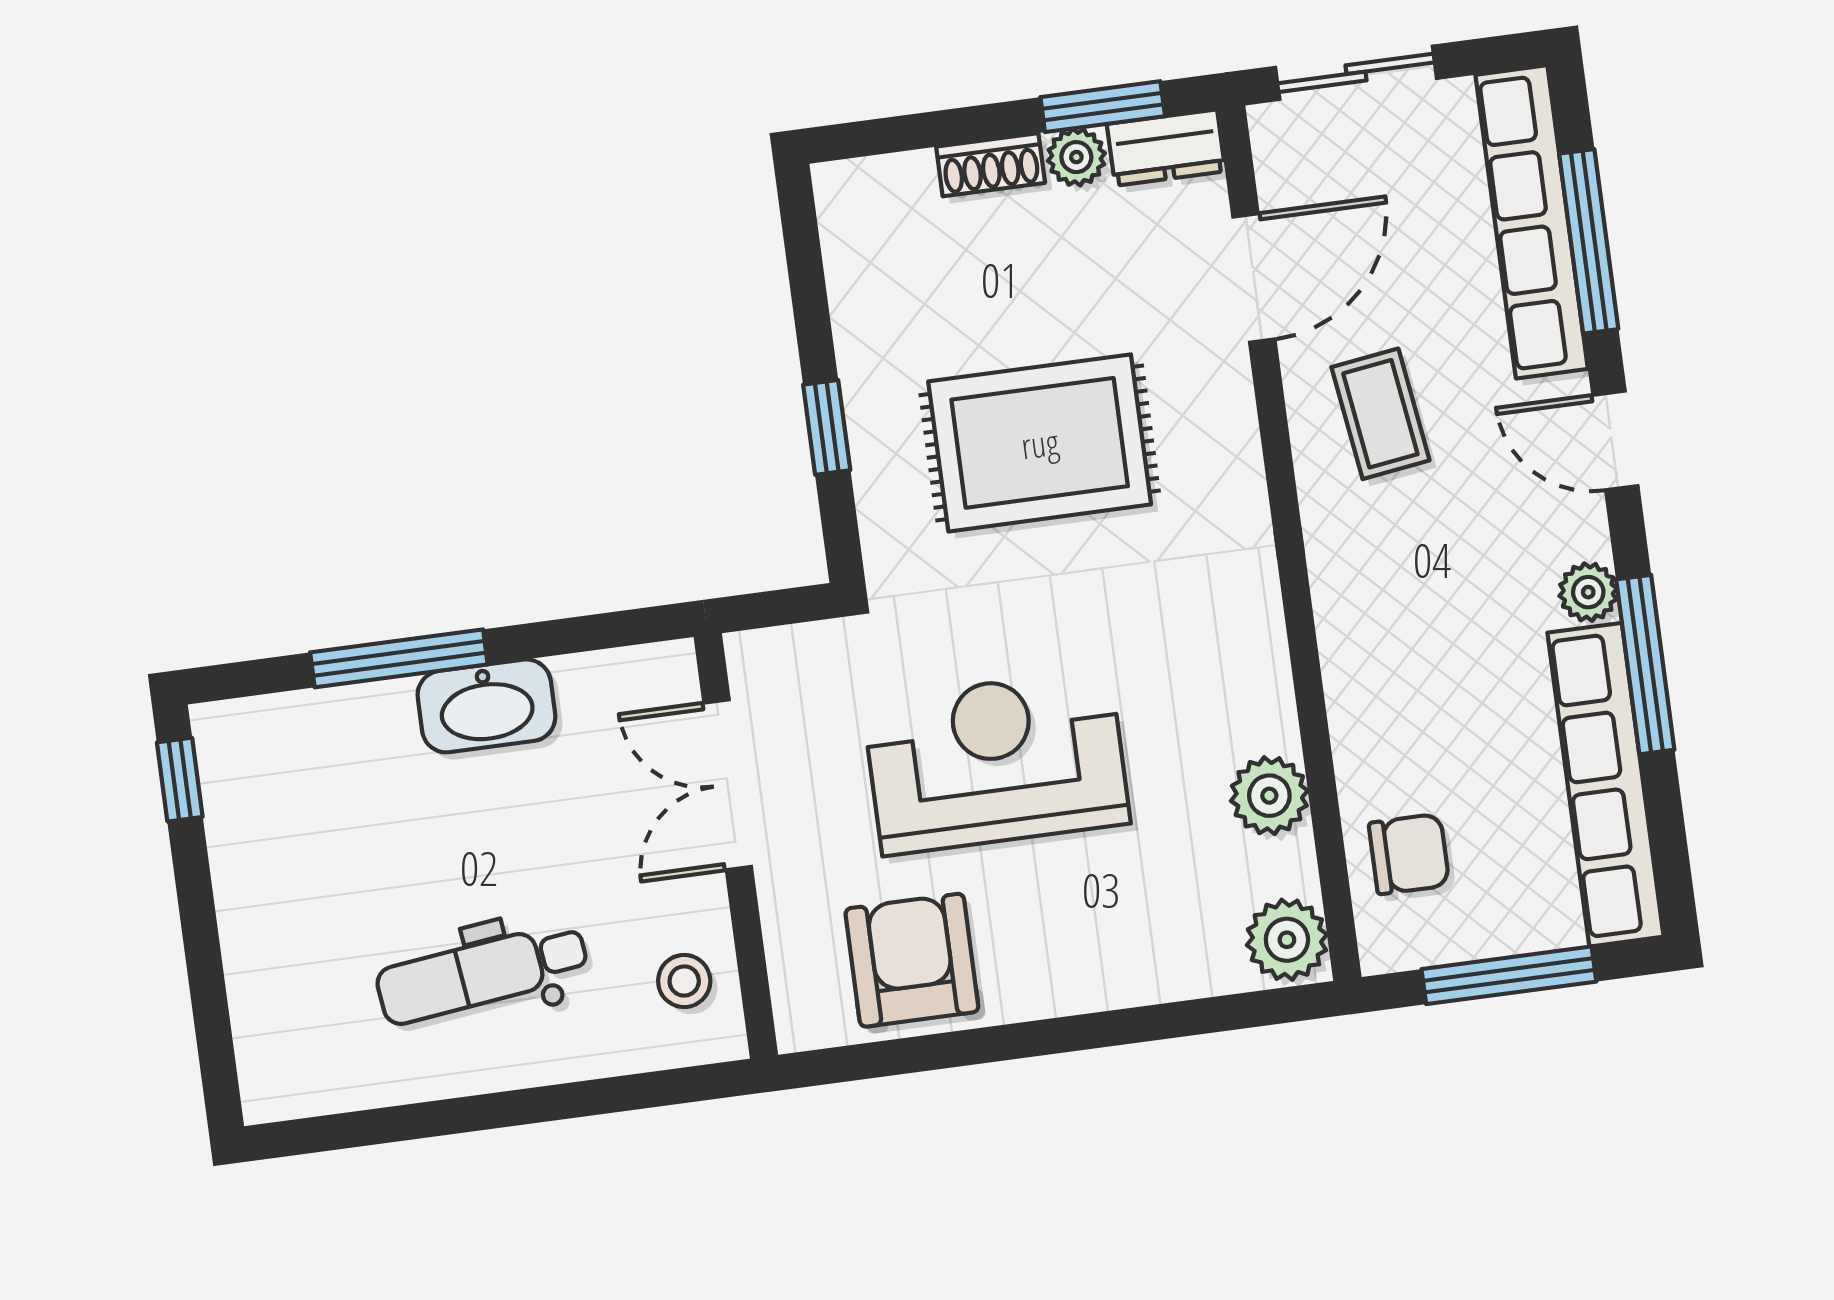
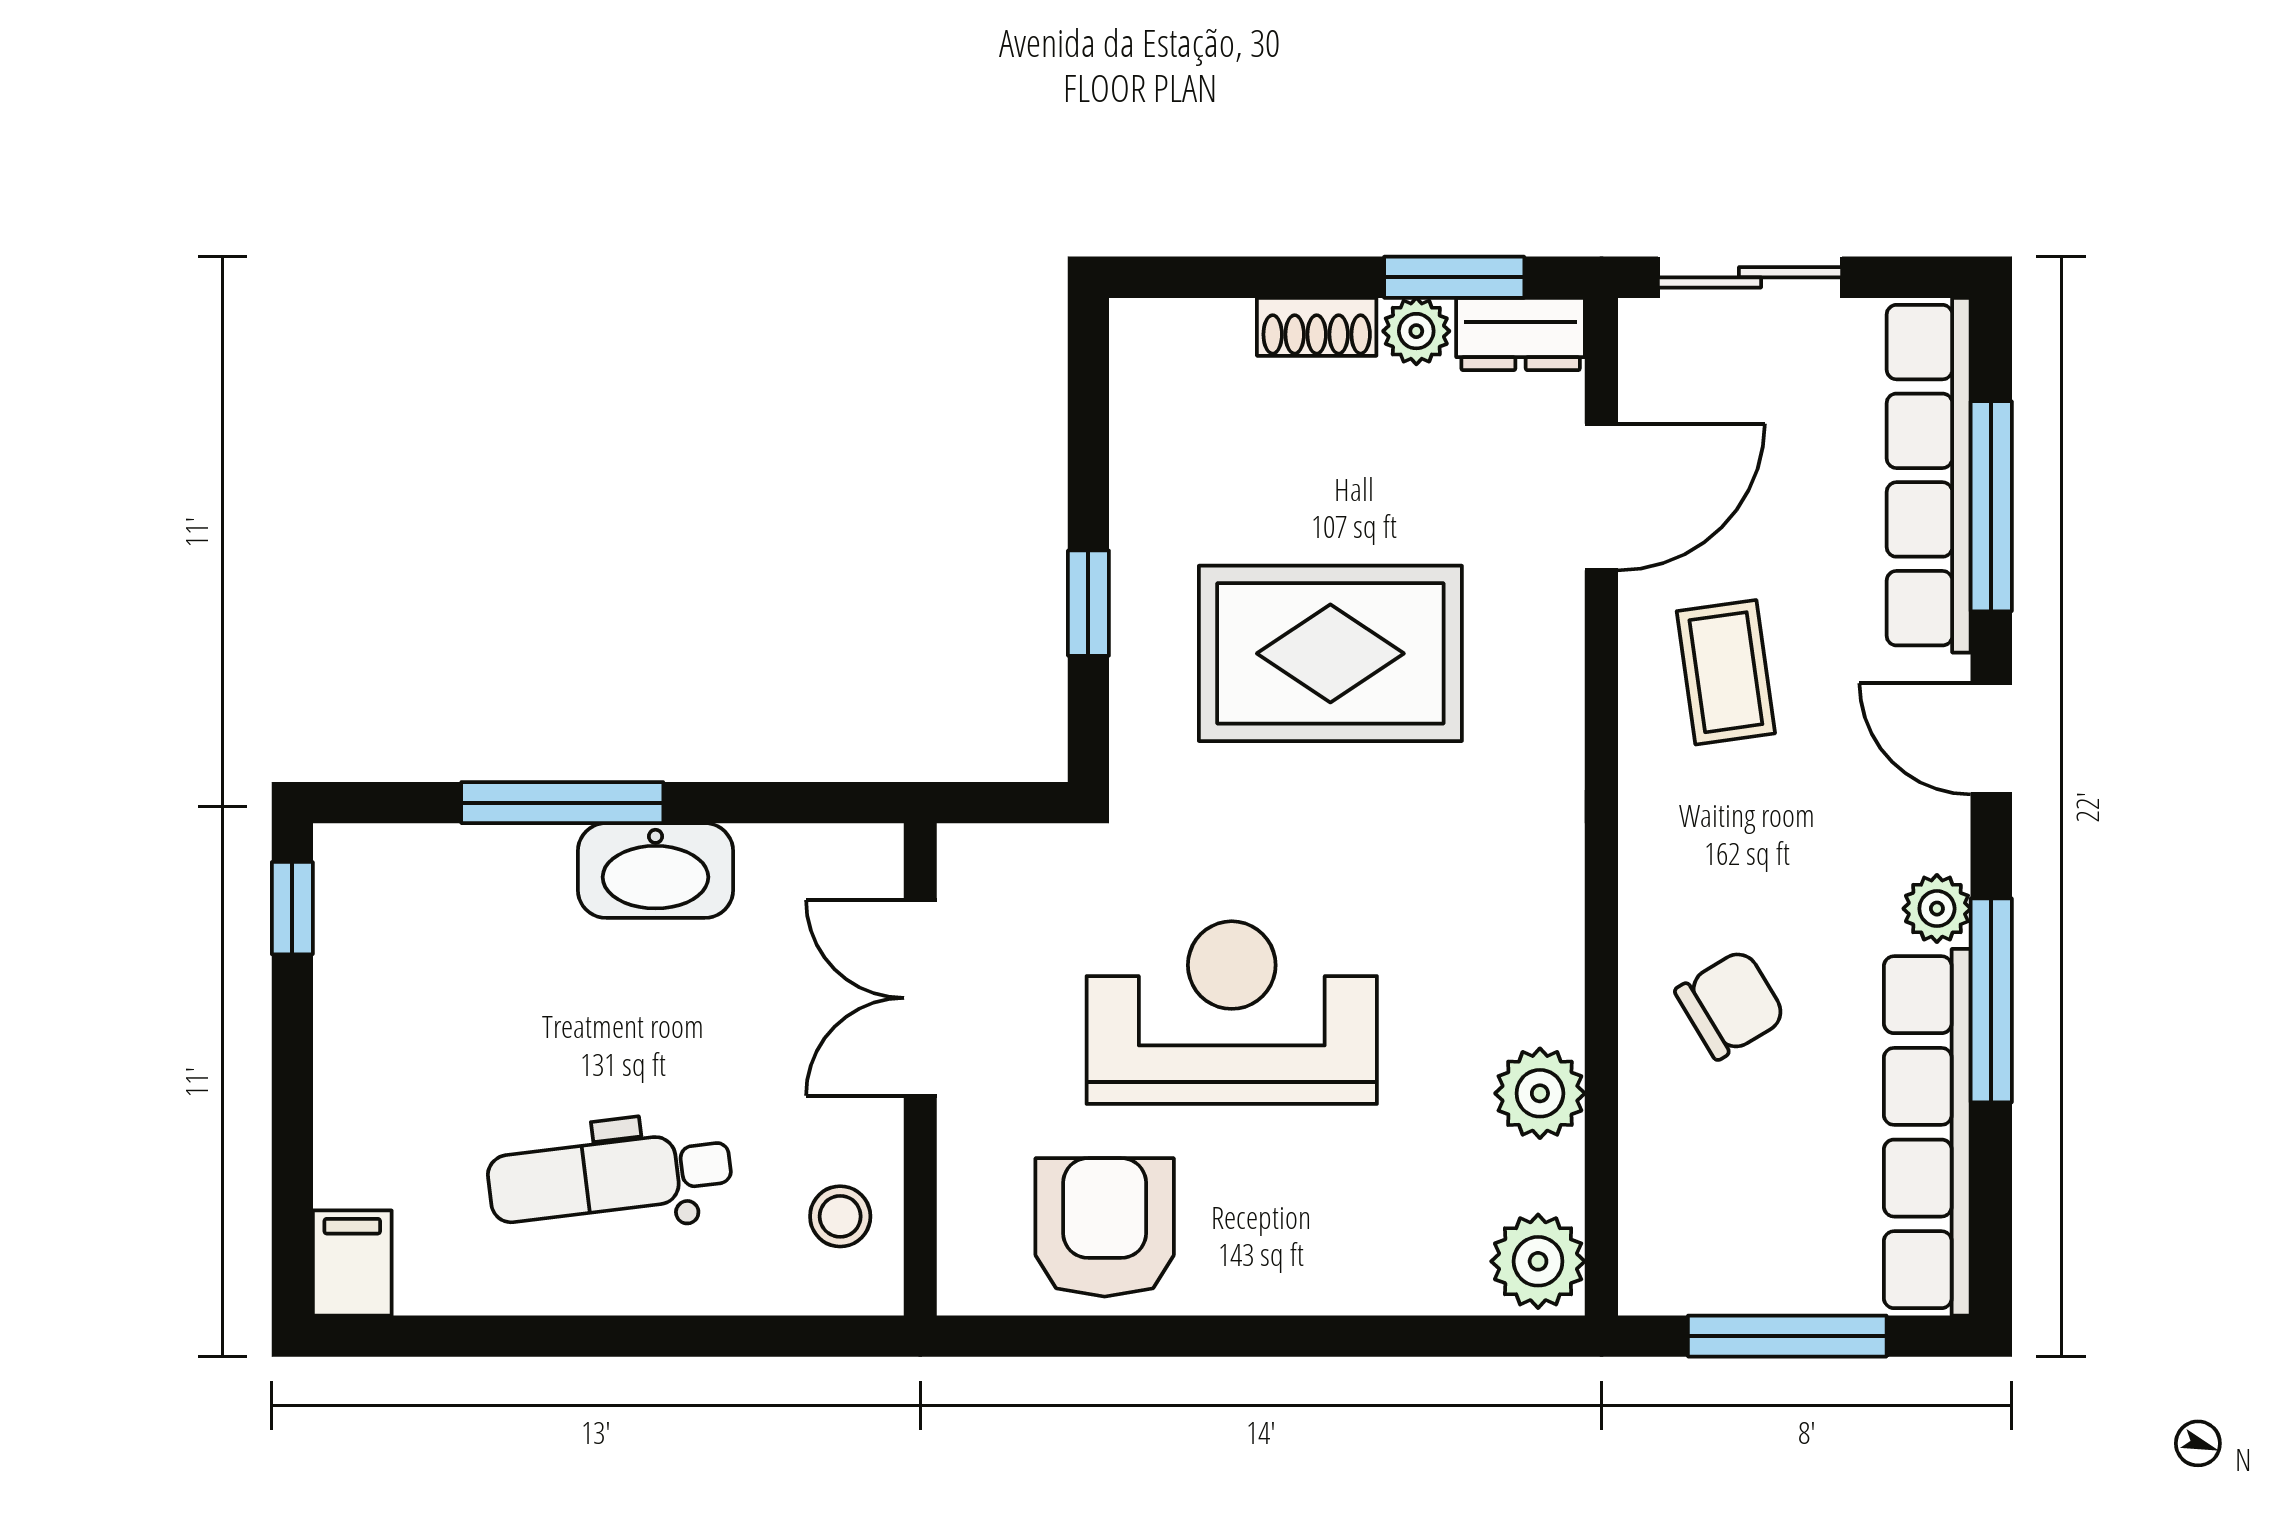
chair: (1409, 854) -> (1731, 1004), moved, turned -31
filing cabinet: (272, 1077) -> (352, 1263), added

